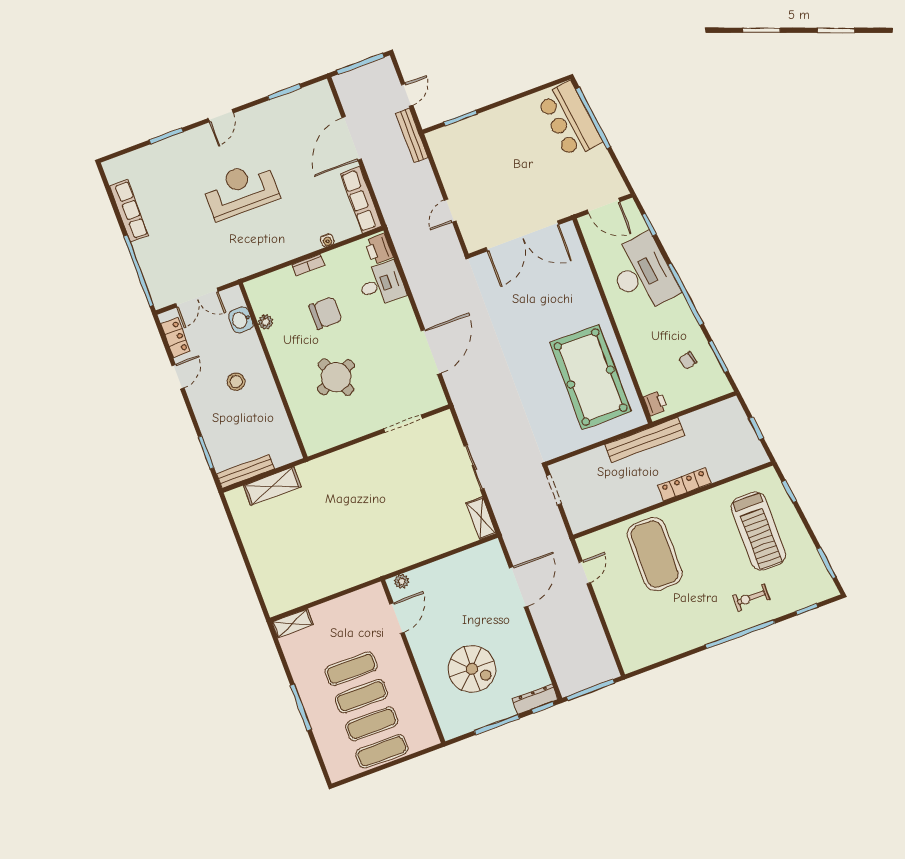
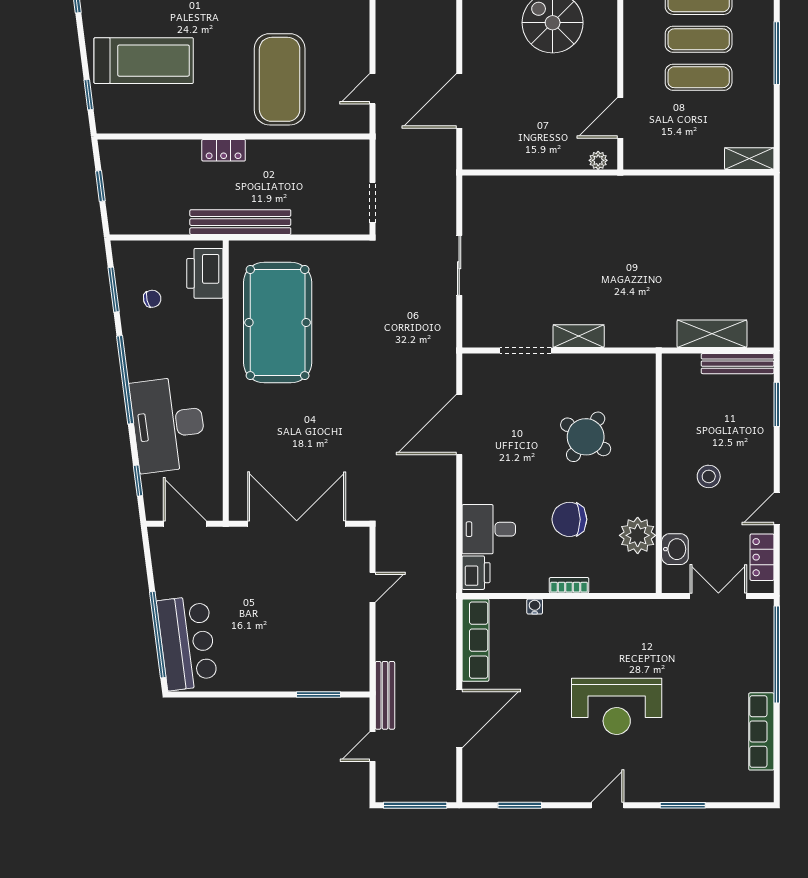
plant: (265, 322) -> (638, 535), width x1.88, depth x1.88
round table: (336, 377) -> (586, 437), turned -33
printer: (655, 403) -> (205, 273), width x1.87, depth x1.48
locker: (684, 484) -> (224, 150), width x0.66
shelving: (481, 518) -> (579, 336), moved, turned 90
treadmill: (758, 531) -> (144, 61), turned 90

